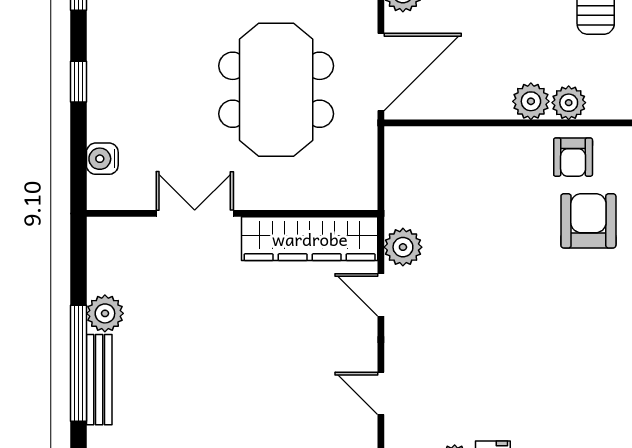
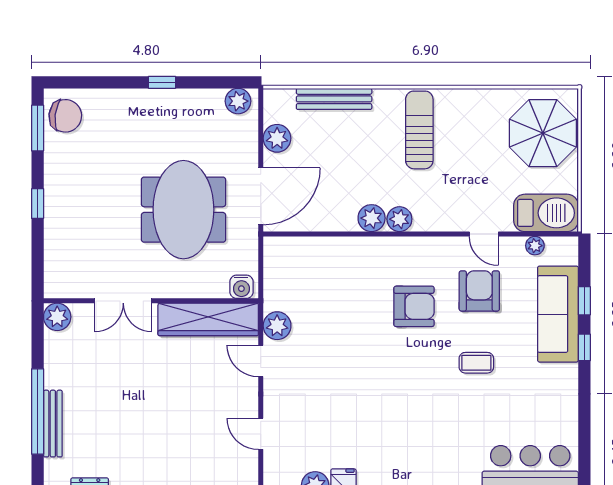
armchair: (573, 157) -> (403, 259), removed
water cooler: (102, 159) -> (241, 287), moved, turned -90
double door: (195, 213) -> (123, 301), swing flipped
armchair: (588, 221) -> (414, 306), turned 90
plant: (105, 313) -> (57, 317), moved

